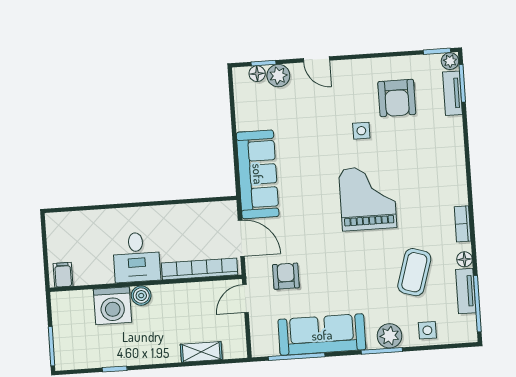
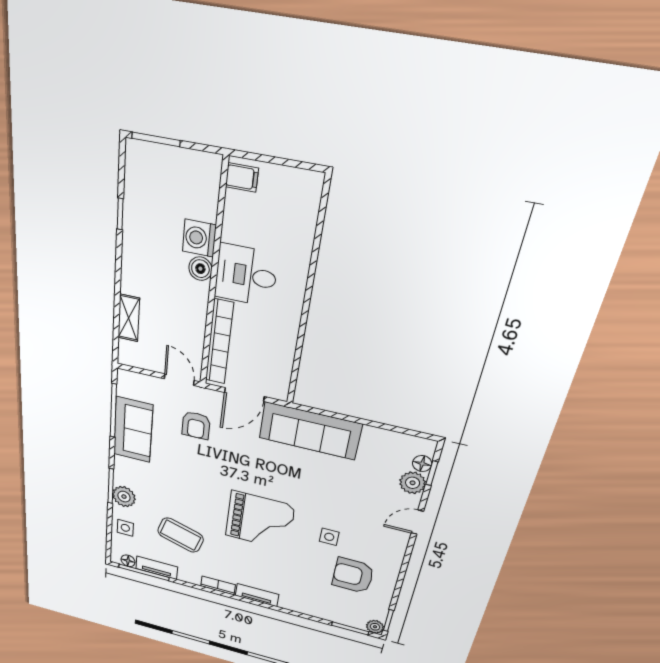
tv unit: (452, 93) -> (257, 595), moved
floor lamp: (464, 259) -> (128, 561), moved
armchair: (286, 276) -> (196, 425), turned 90
washing machine: (112, 306) -> (199, 238), width x0.73, depth x0.73
sofa: (322, 335) -> (133, 430), width x0.73

